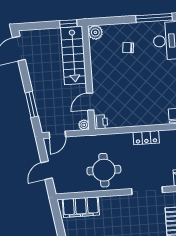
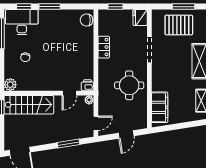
door: (90, 102) -> (69, 93), hinge flipped
door: (57, 135) -> (96, 123), hinge flipped
door: (47, 170) -> (126, 135), hinge flipped

